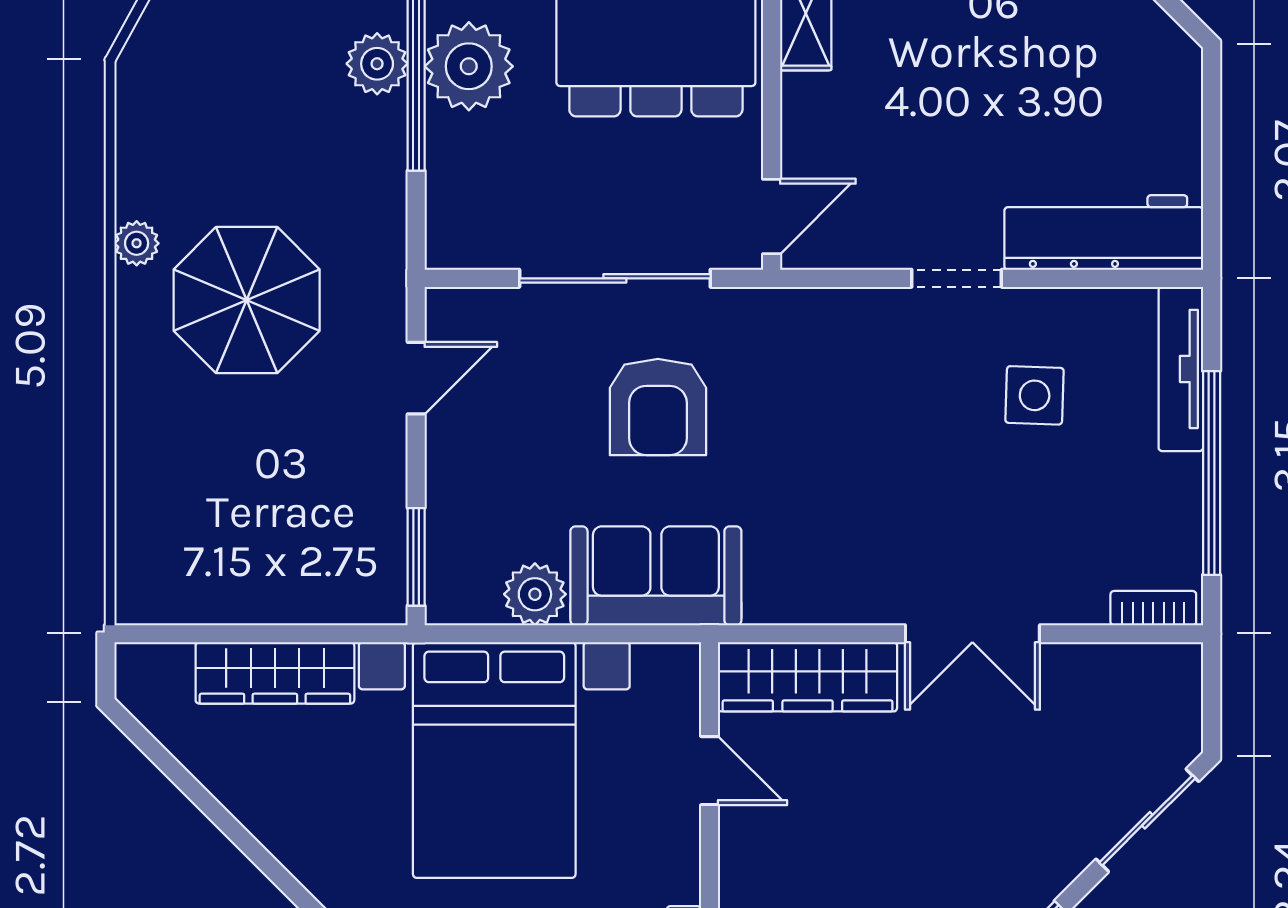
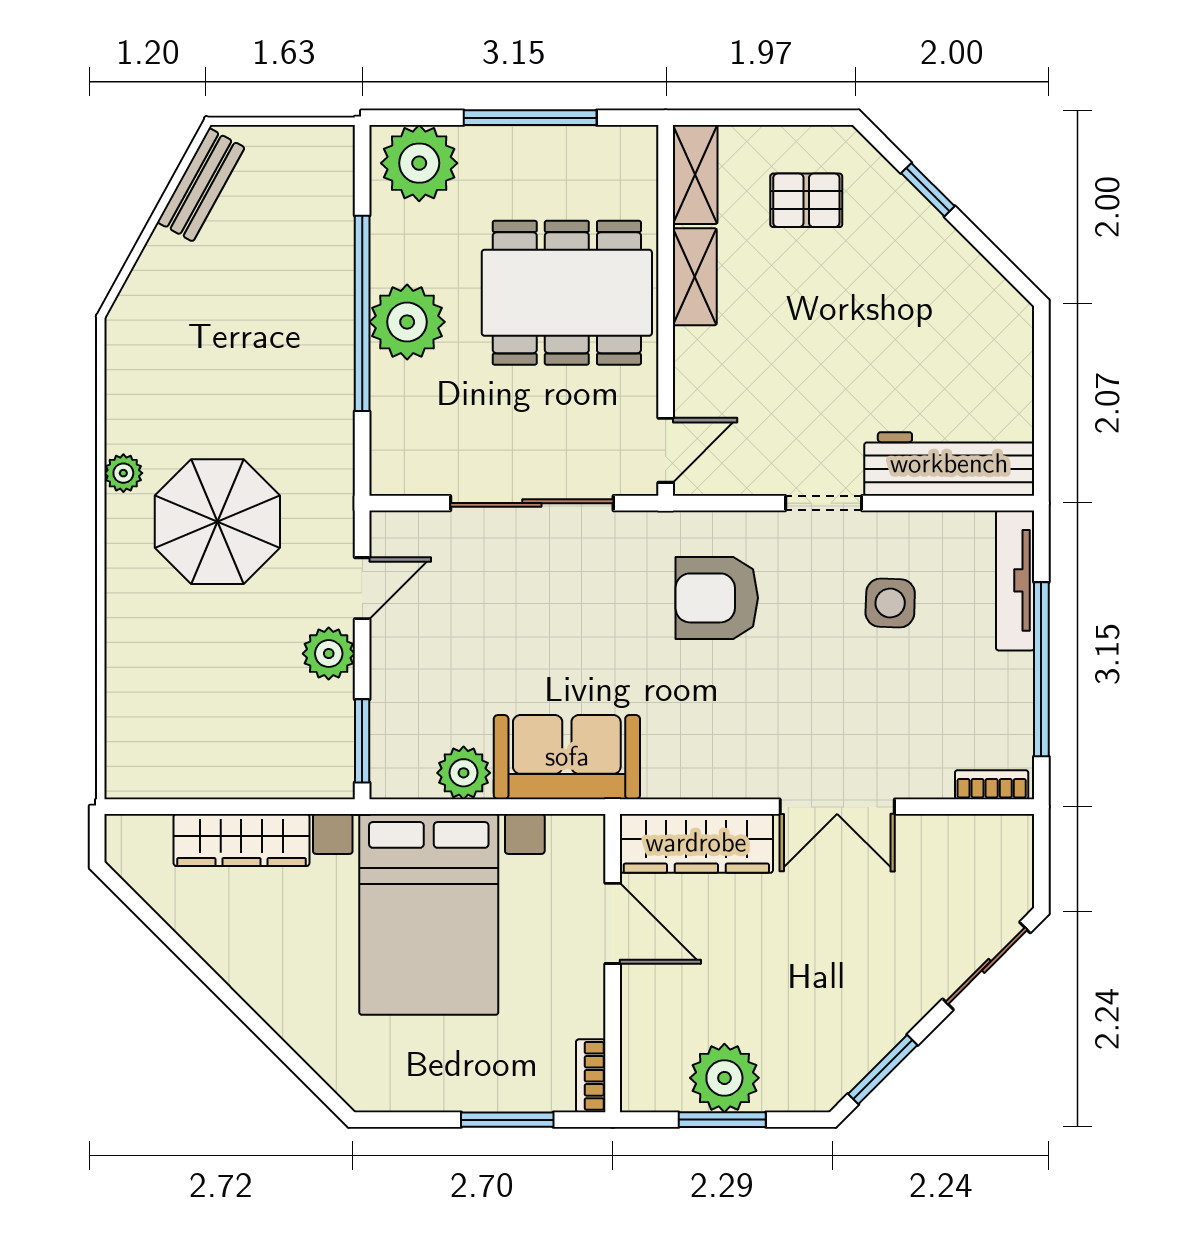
plant: (377, 64) -> (329, 654), moved
armchair: (658, 407) -> (717, 598), moved, turned 90
door: (709, 771) -> (613, 923), width x1.38

